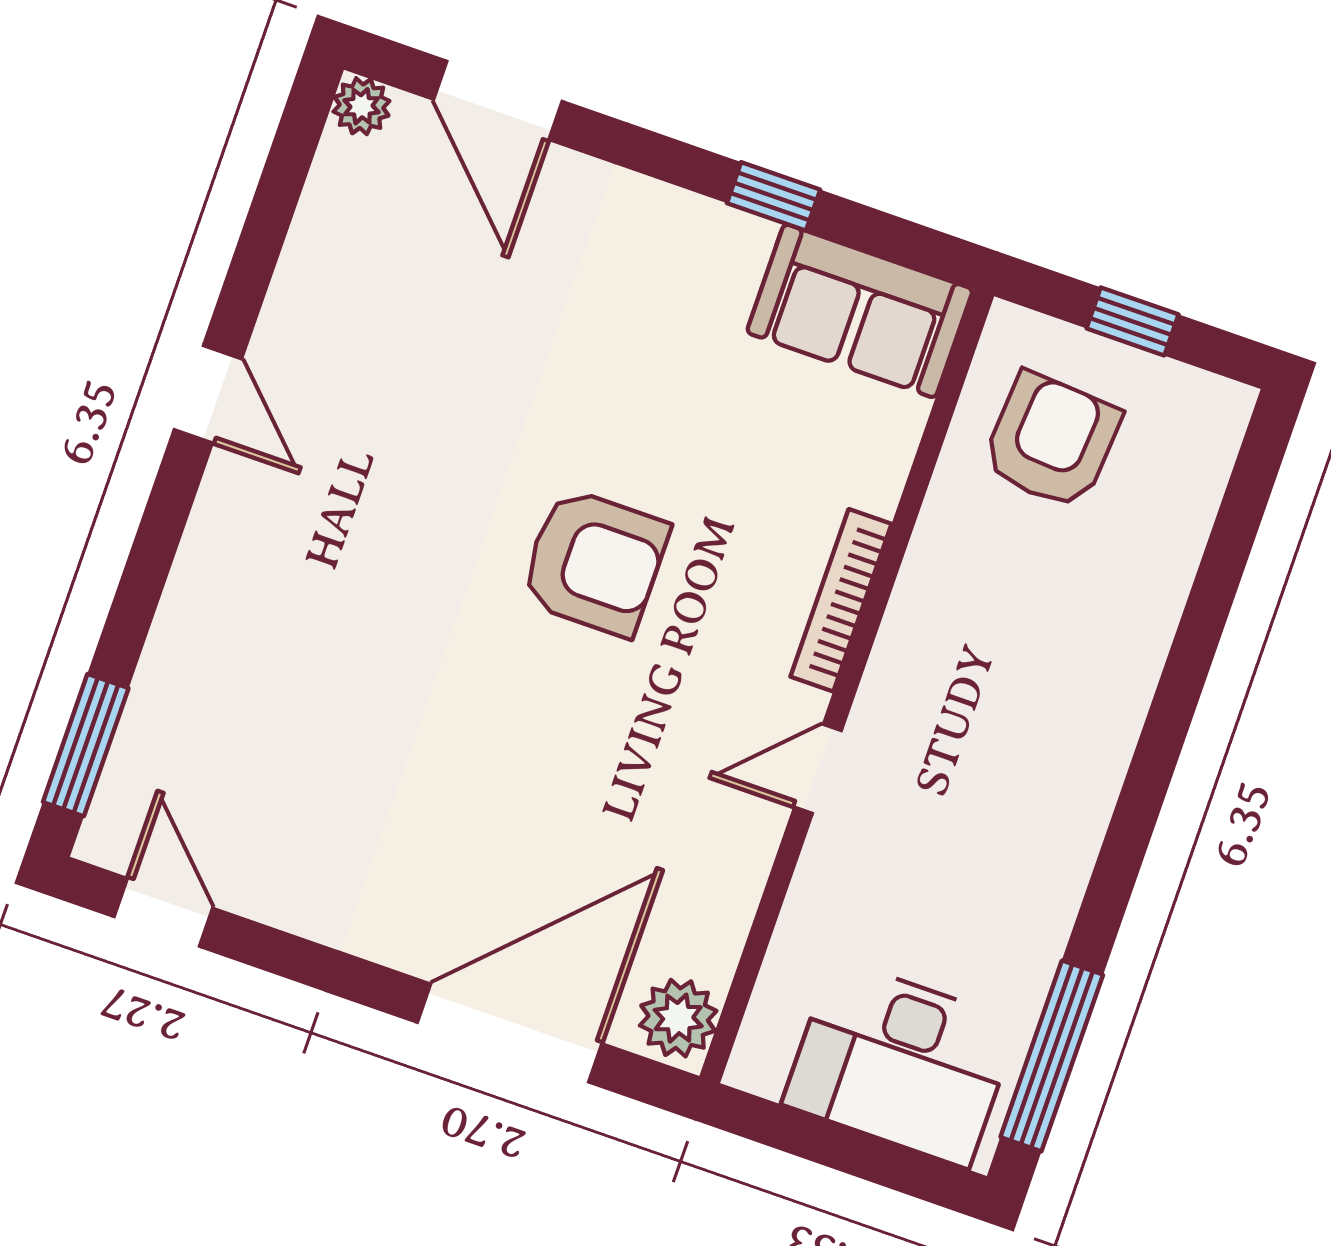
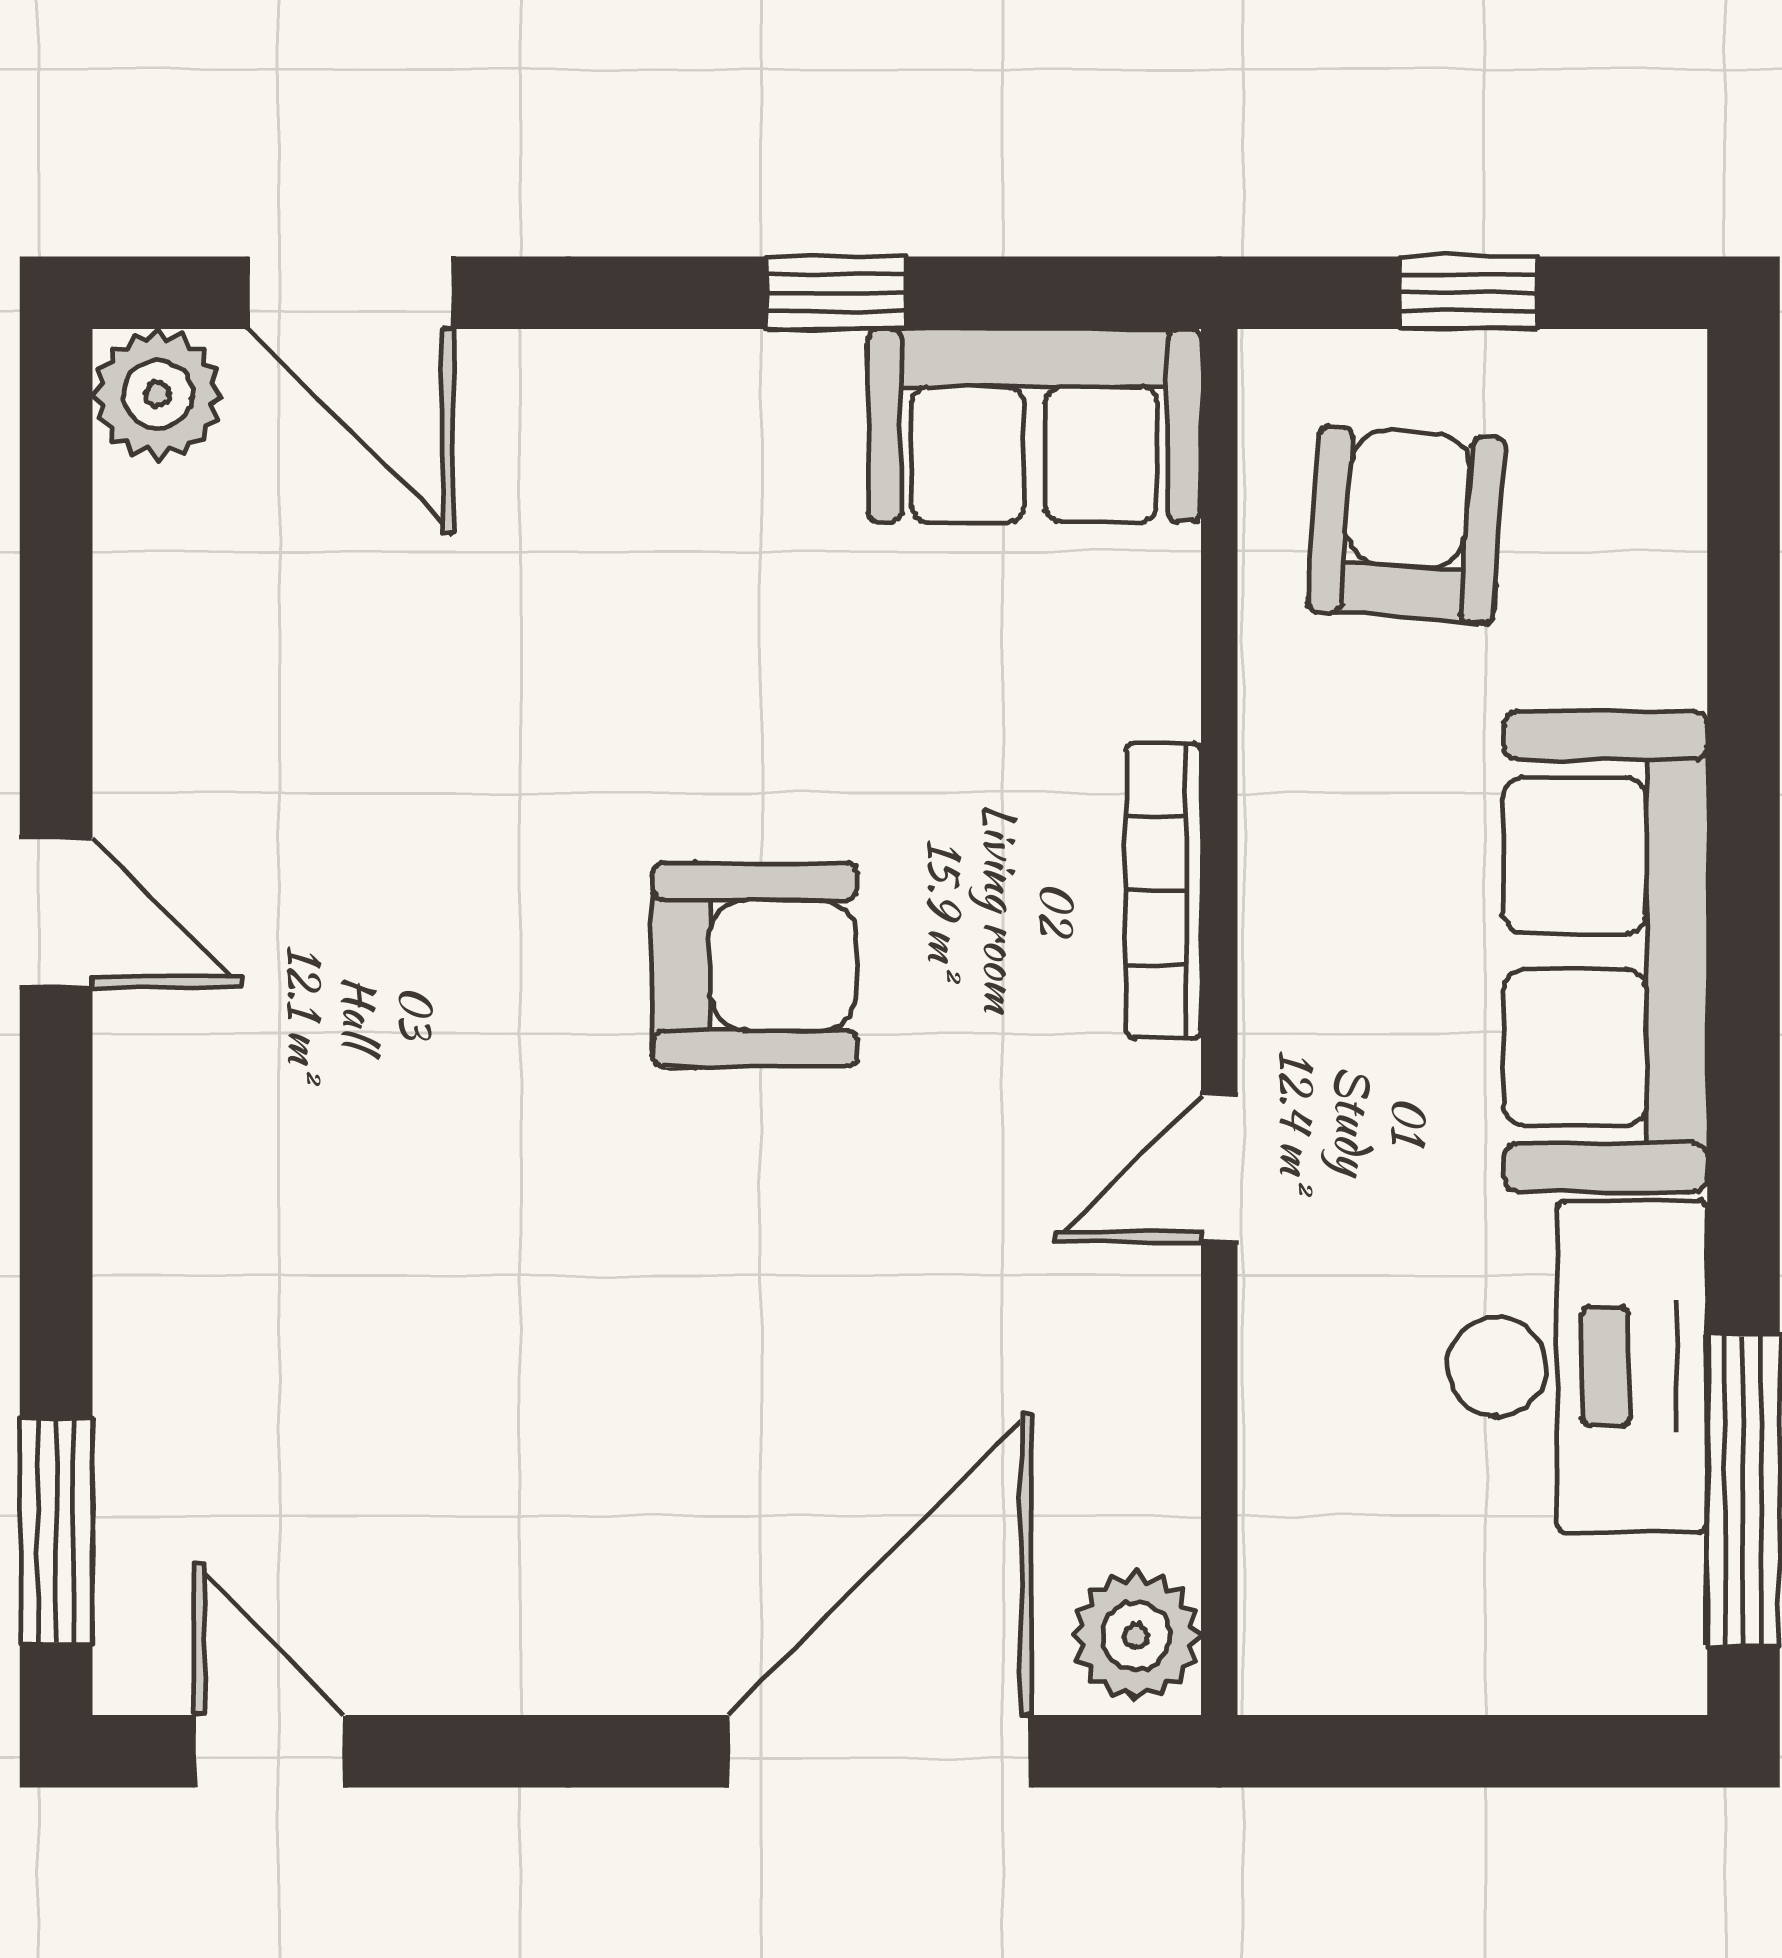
plant: (361, 106) -> (158, 394), width x1.38, depth x1.38
sofa: (1080, 722) -> (1605, 951), added
desk: (901, 1063) -> (1577, 1366), moved, turned -90

